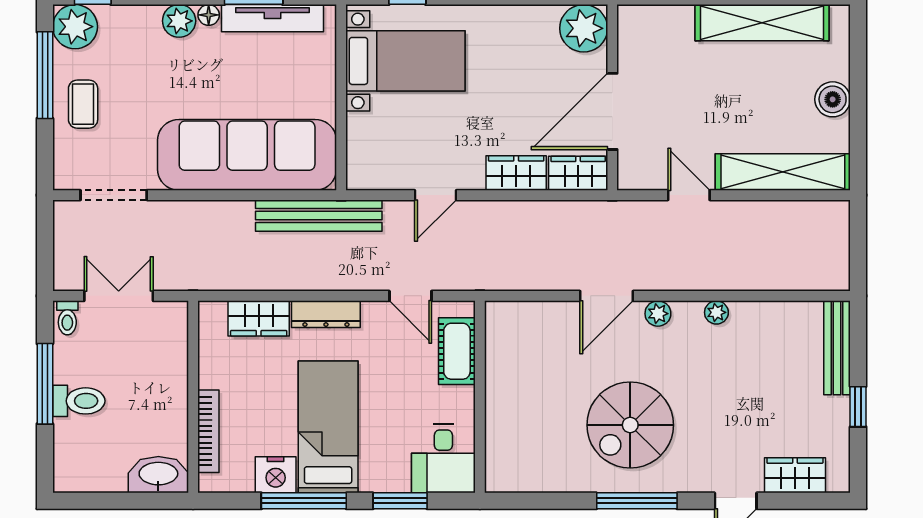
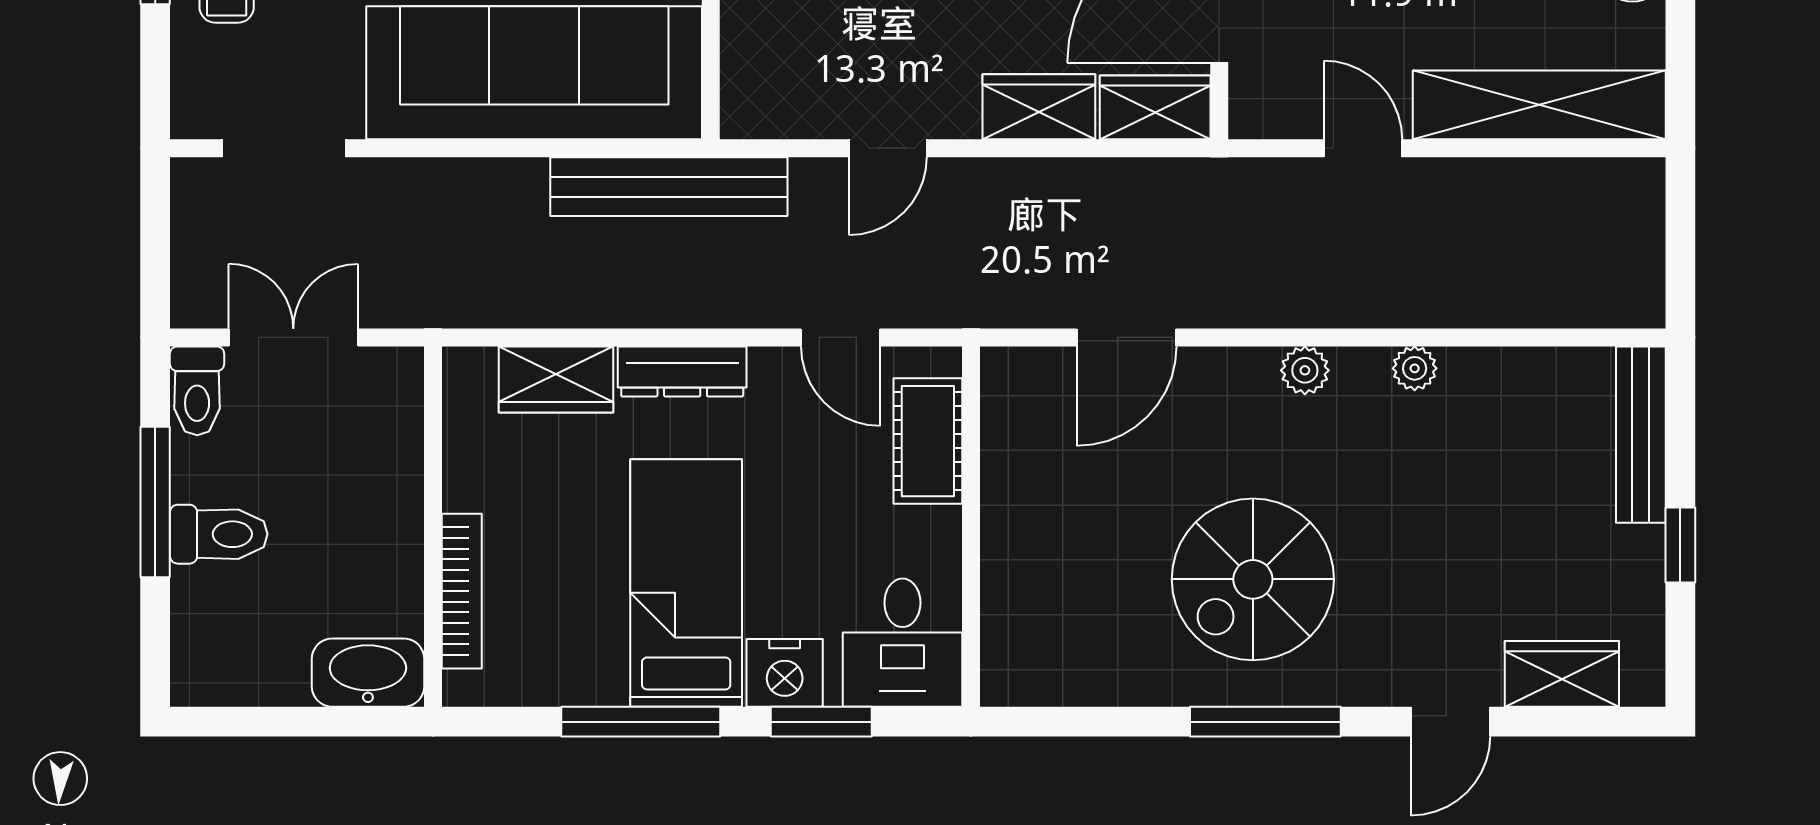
door: (606, 296) -> (1127, 337), moved
toilet: (67, 318) -> (197, 391), width x1.37, depth x1.39
nightstand: (276, 475) -> (785, 673), moved

